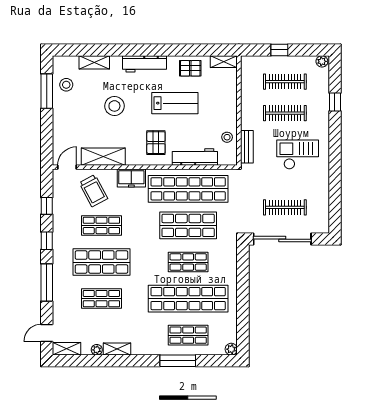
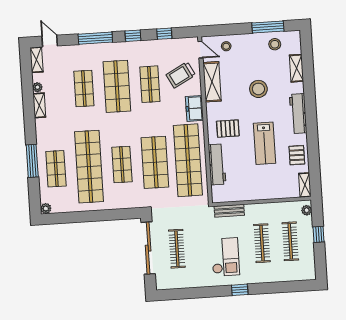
plant: (322, 61) -> (307, 210), moved
window: (335, 102) -> (240, 290), moved
stool: (227, 137) -> (226, 46), moved

